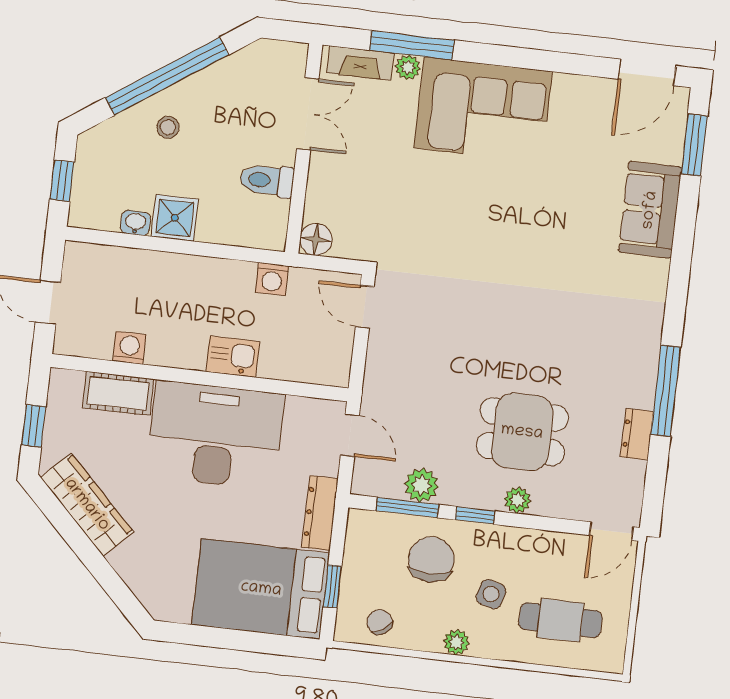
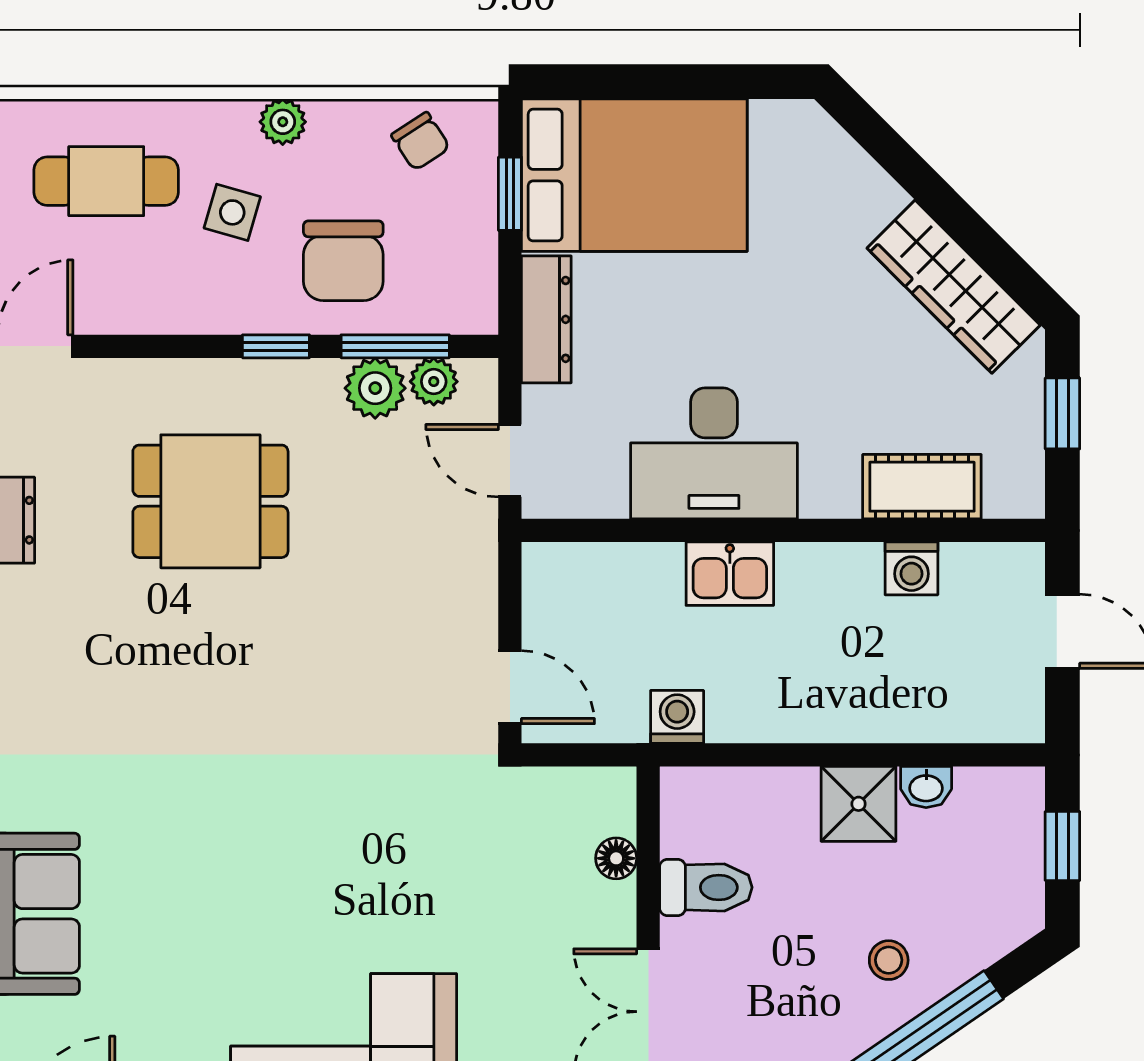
floor lamp: (316, 239) -> (616, 858), moved, width x0.73, depth x0.73
desk: (215, 435) -> (714, 453), width x0.73, depth x0.77
plant: (518, 500) -> (434, 382), moved

